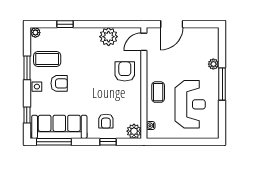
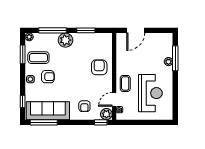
window: (65, 24) -> (52, 30), width x2.17
window: (108, 24) -> (86, 30), added
plant: (109, 37) -> (65, 40), moved
door: (144, 42) -> (114, 99), moved
window: (27, 68) -> (23, 54), moved
window: (222, 84) -> (175, 58), moved
window: (108, 142) -> (101, 122), moved

